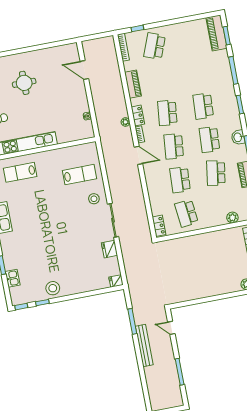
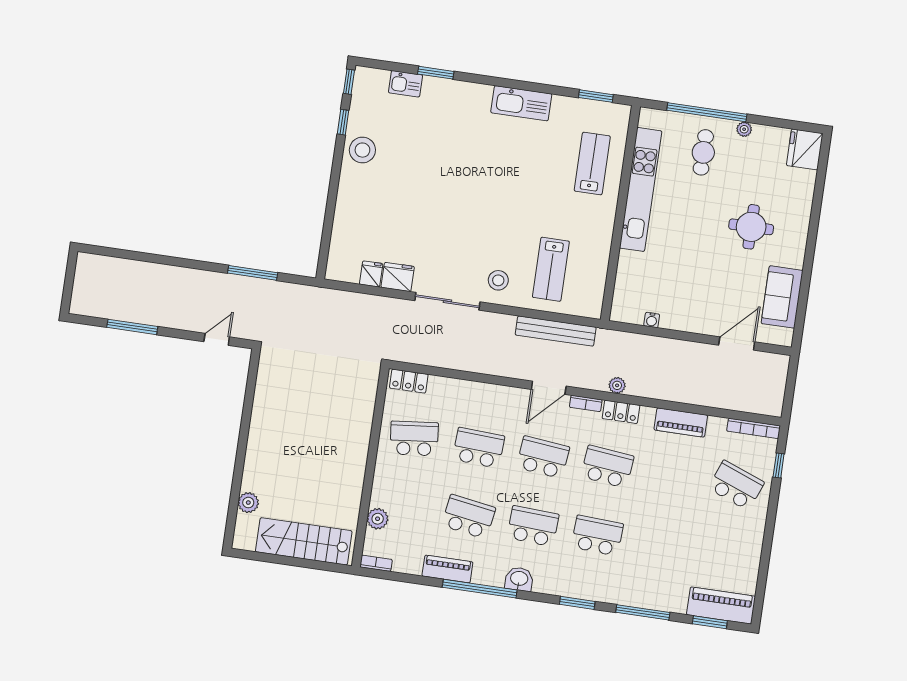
sofa: (54, 56) -> (782, 297), added
fridge: (116, 281) -> (371, 274), moved
bench: (144, 346) -> (556, 331), moved

